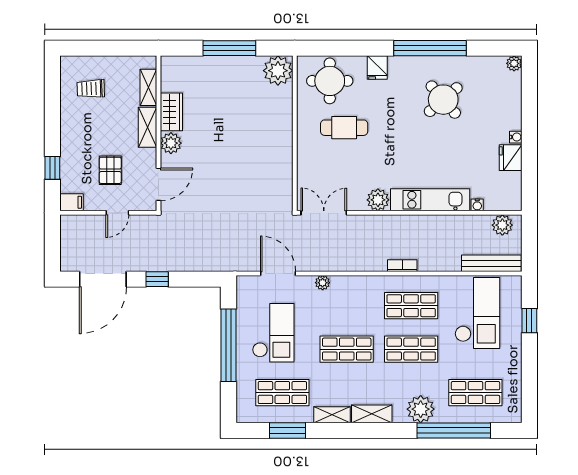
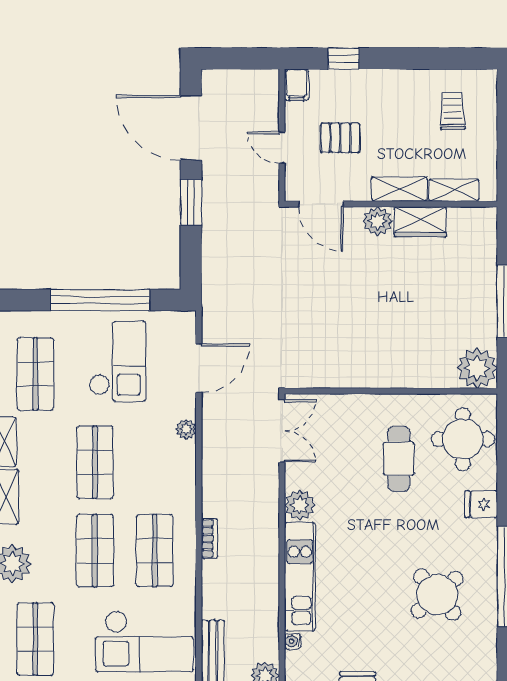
window: (157, 279) -> (191, 202), width x1.50
checkout: (273, 333) -> (117, 361), turned -90

